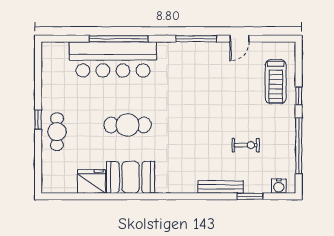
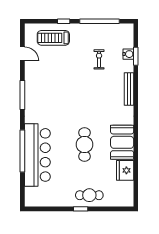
door: (239, 39) -> (22, 54), moved
treadmill: (276, 82) -> (53, 38), turned 180
water cooler: (279, 186) -> (128, 54), moved
bench: (221, 187) -> (129, 89), moved

